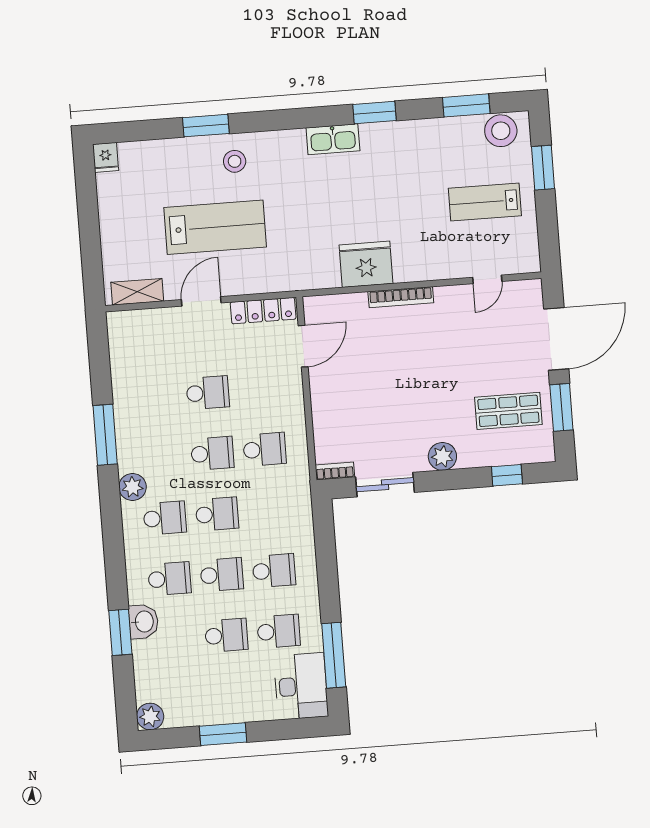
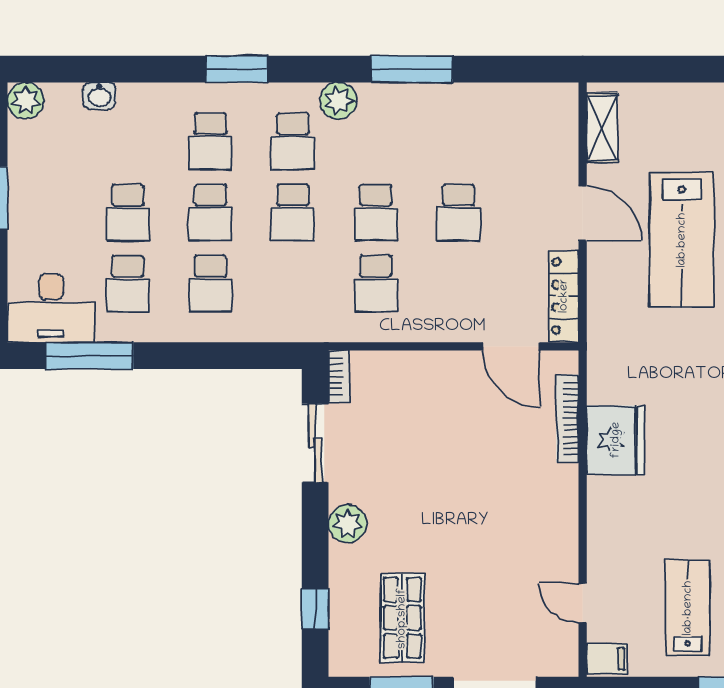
filing cabinet: (527, 258) -> (607, 659), added
bookcase: (401, 297) -> (567, 419), moved
washbasin: (143, 622) -> (99, 96), moved, width x0.72, depth x0.69
window: (120, 632) -> (237, 69), moved

